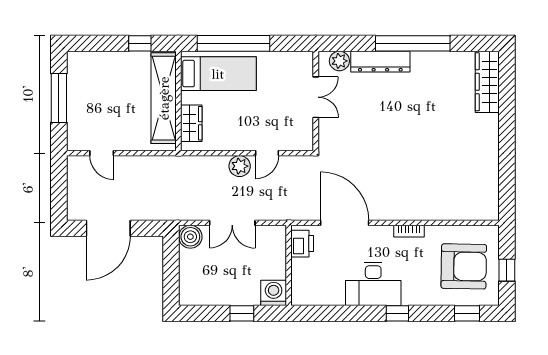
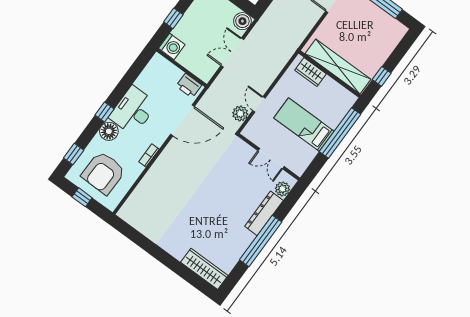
bed: (218, 74) -> (304, 125), moved, turned 90
plant: (240, 166) -> (240, 113), moved
floor lamp: (415, 293) -> (109, 131), added

